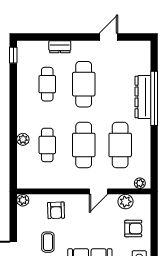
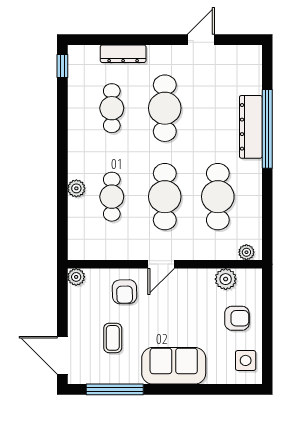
dresser: (60, 47) -> (123, 54), width x1.44
door: (98, 191) -> (161, 264), moved

